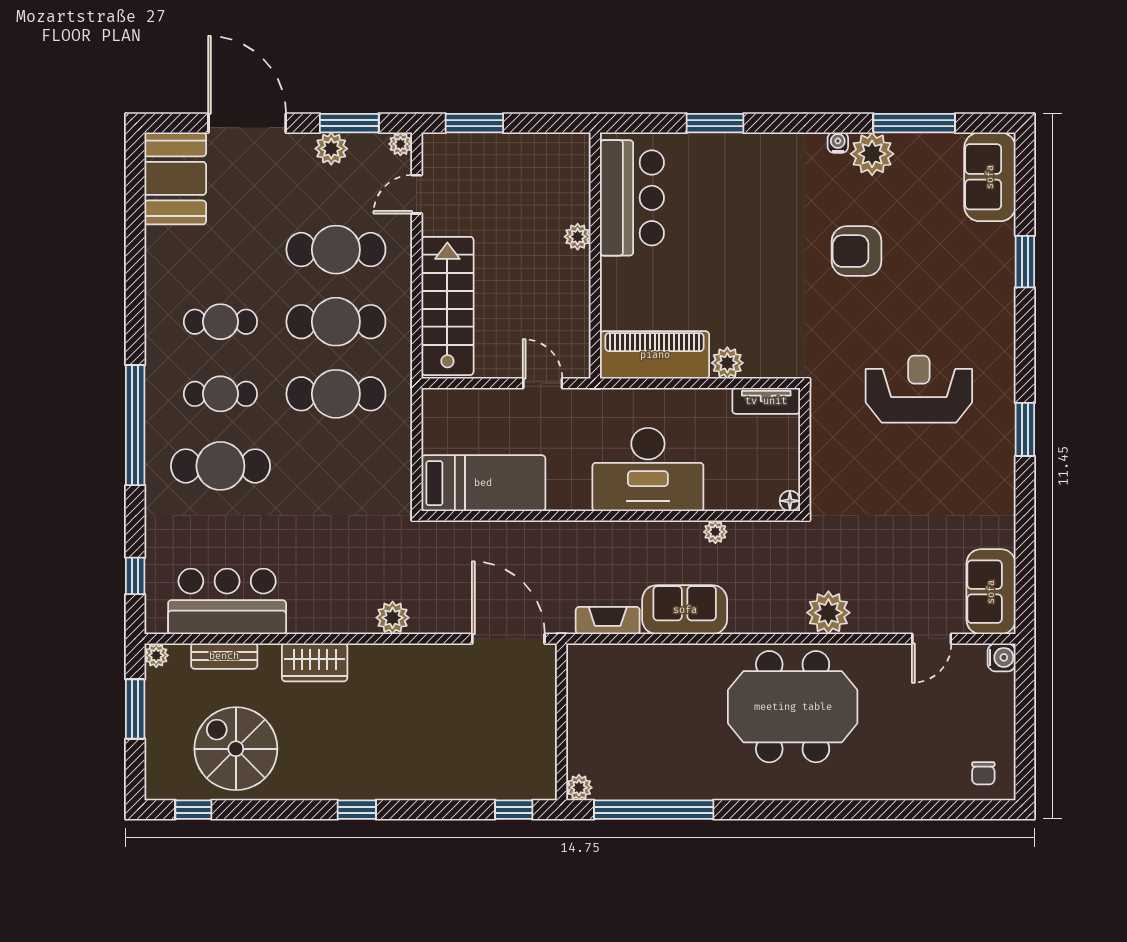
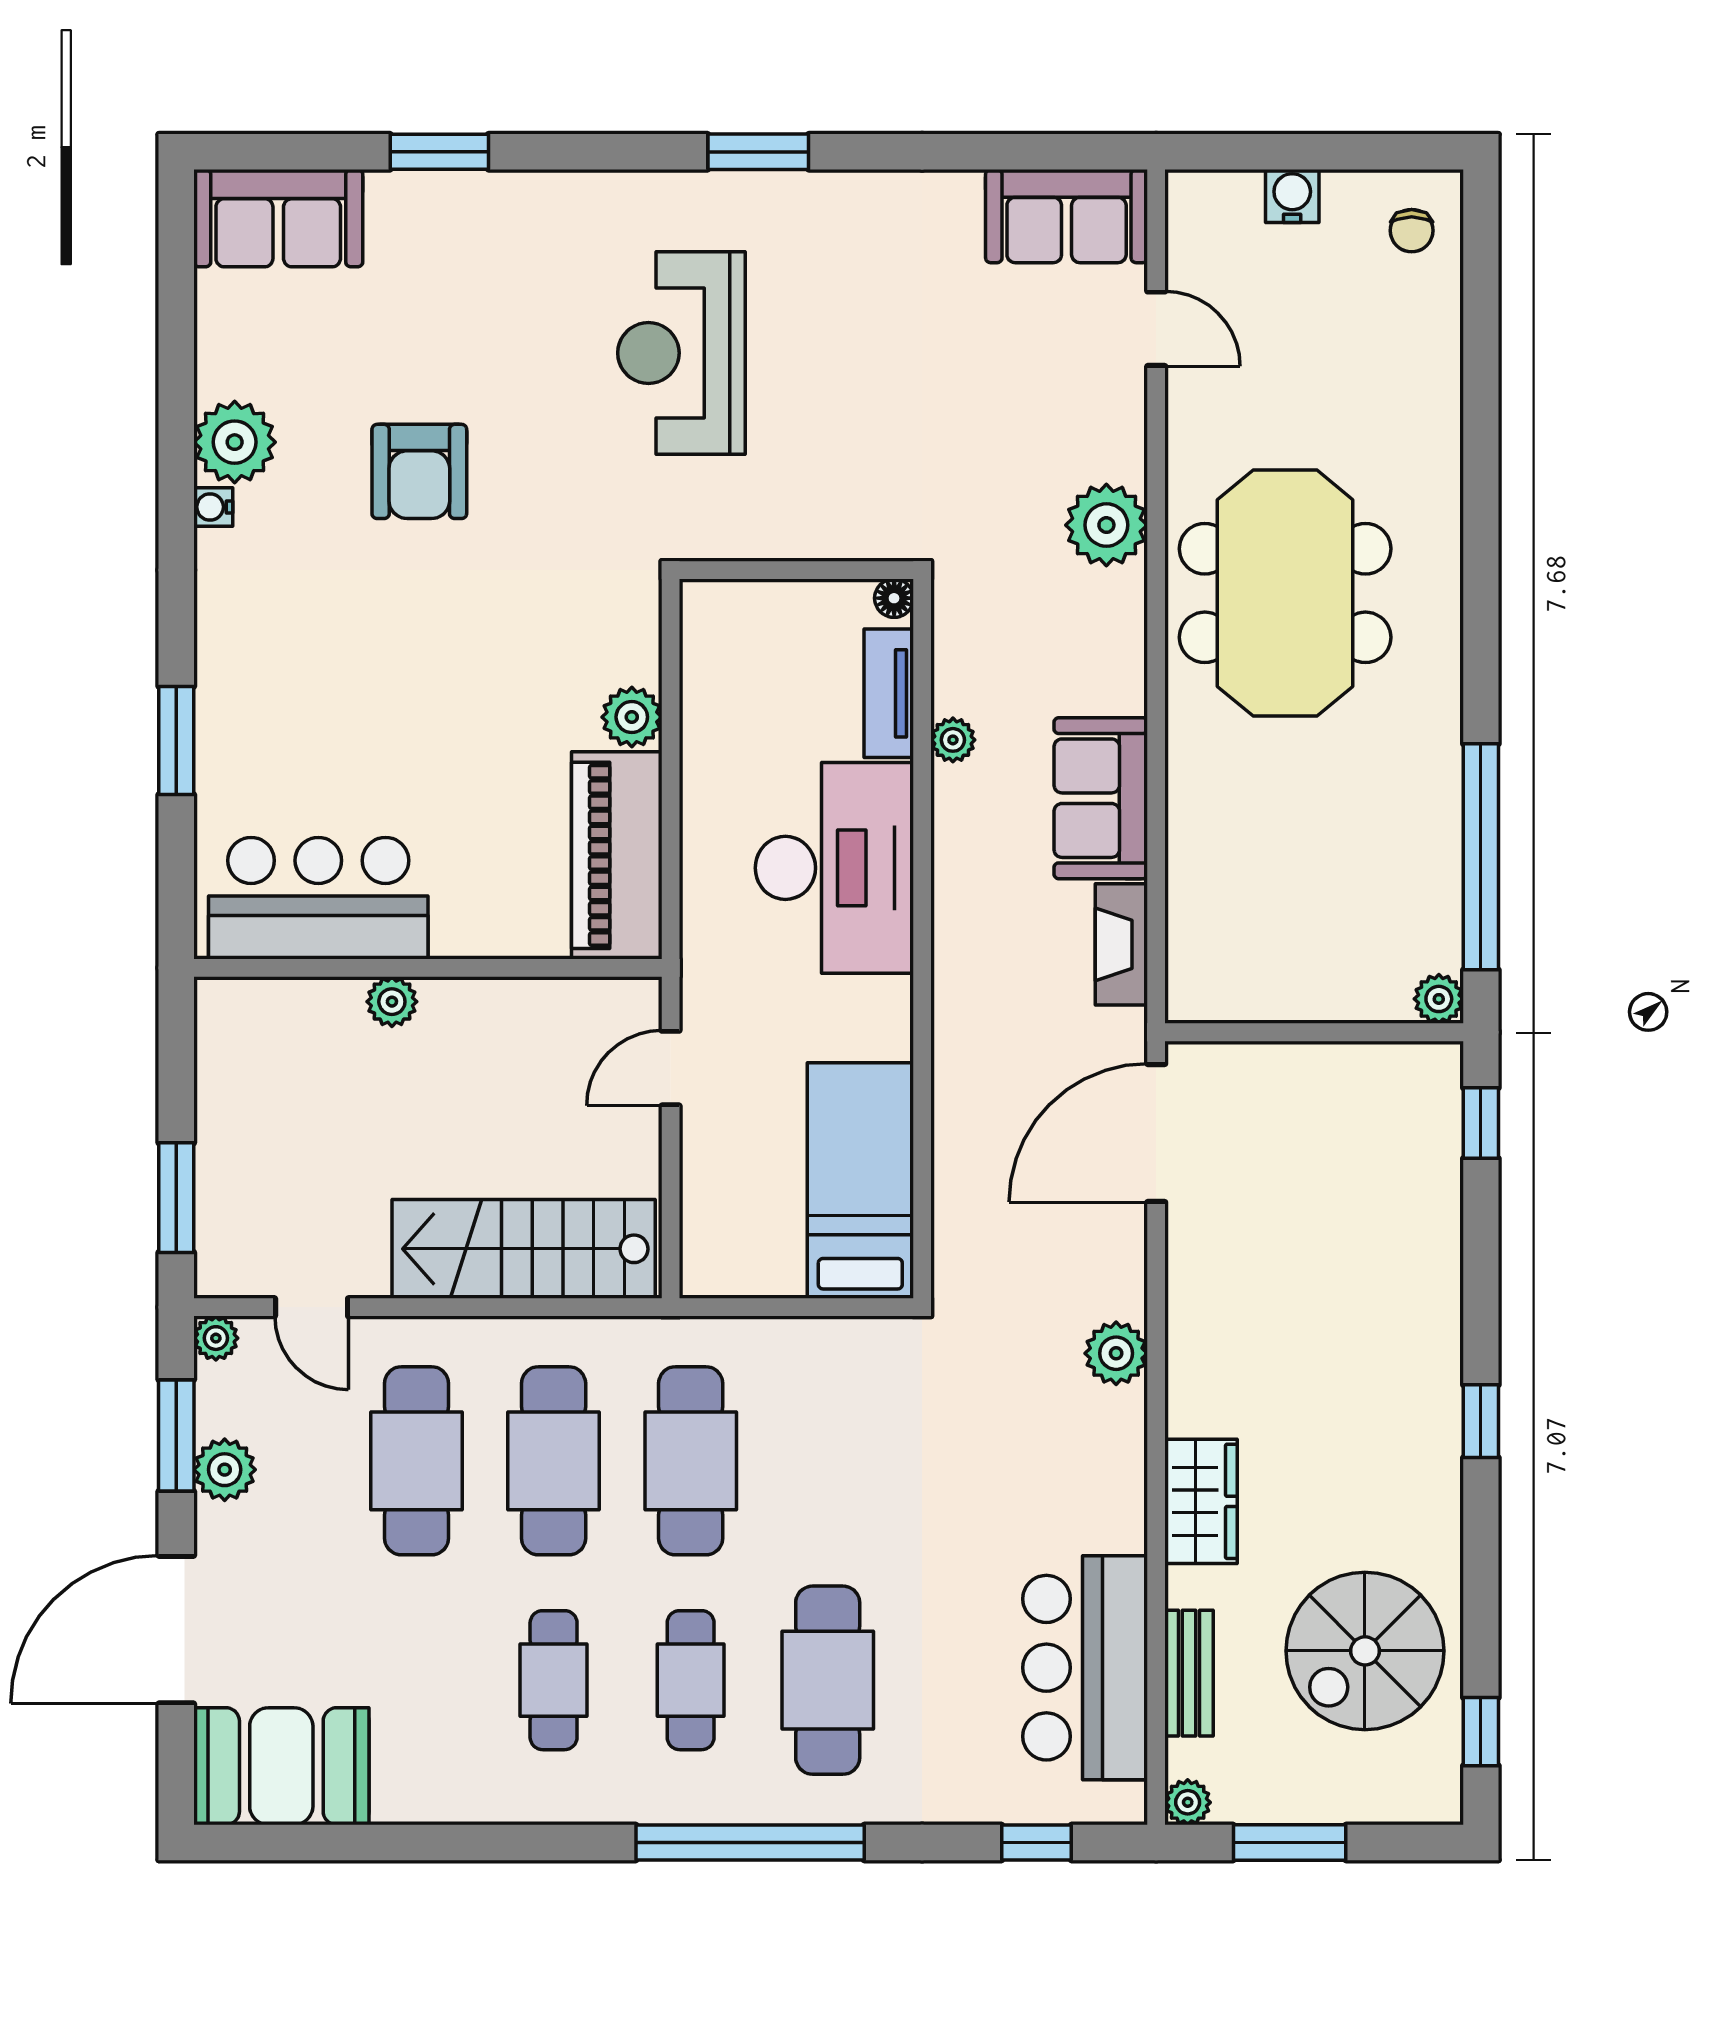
window: (914, 123) -> (176, 362), removed
tv unit: (766, 401) -> (889, 693), moved, turned 180
water cooler: (1002, 657) -> (1292, 196), moved
chair: (983, 773) -> (1412, 231), turned 90

